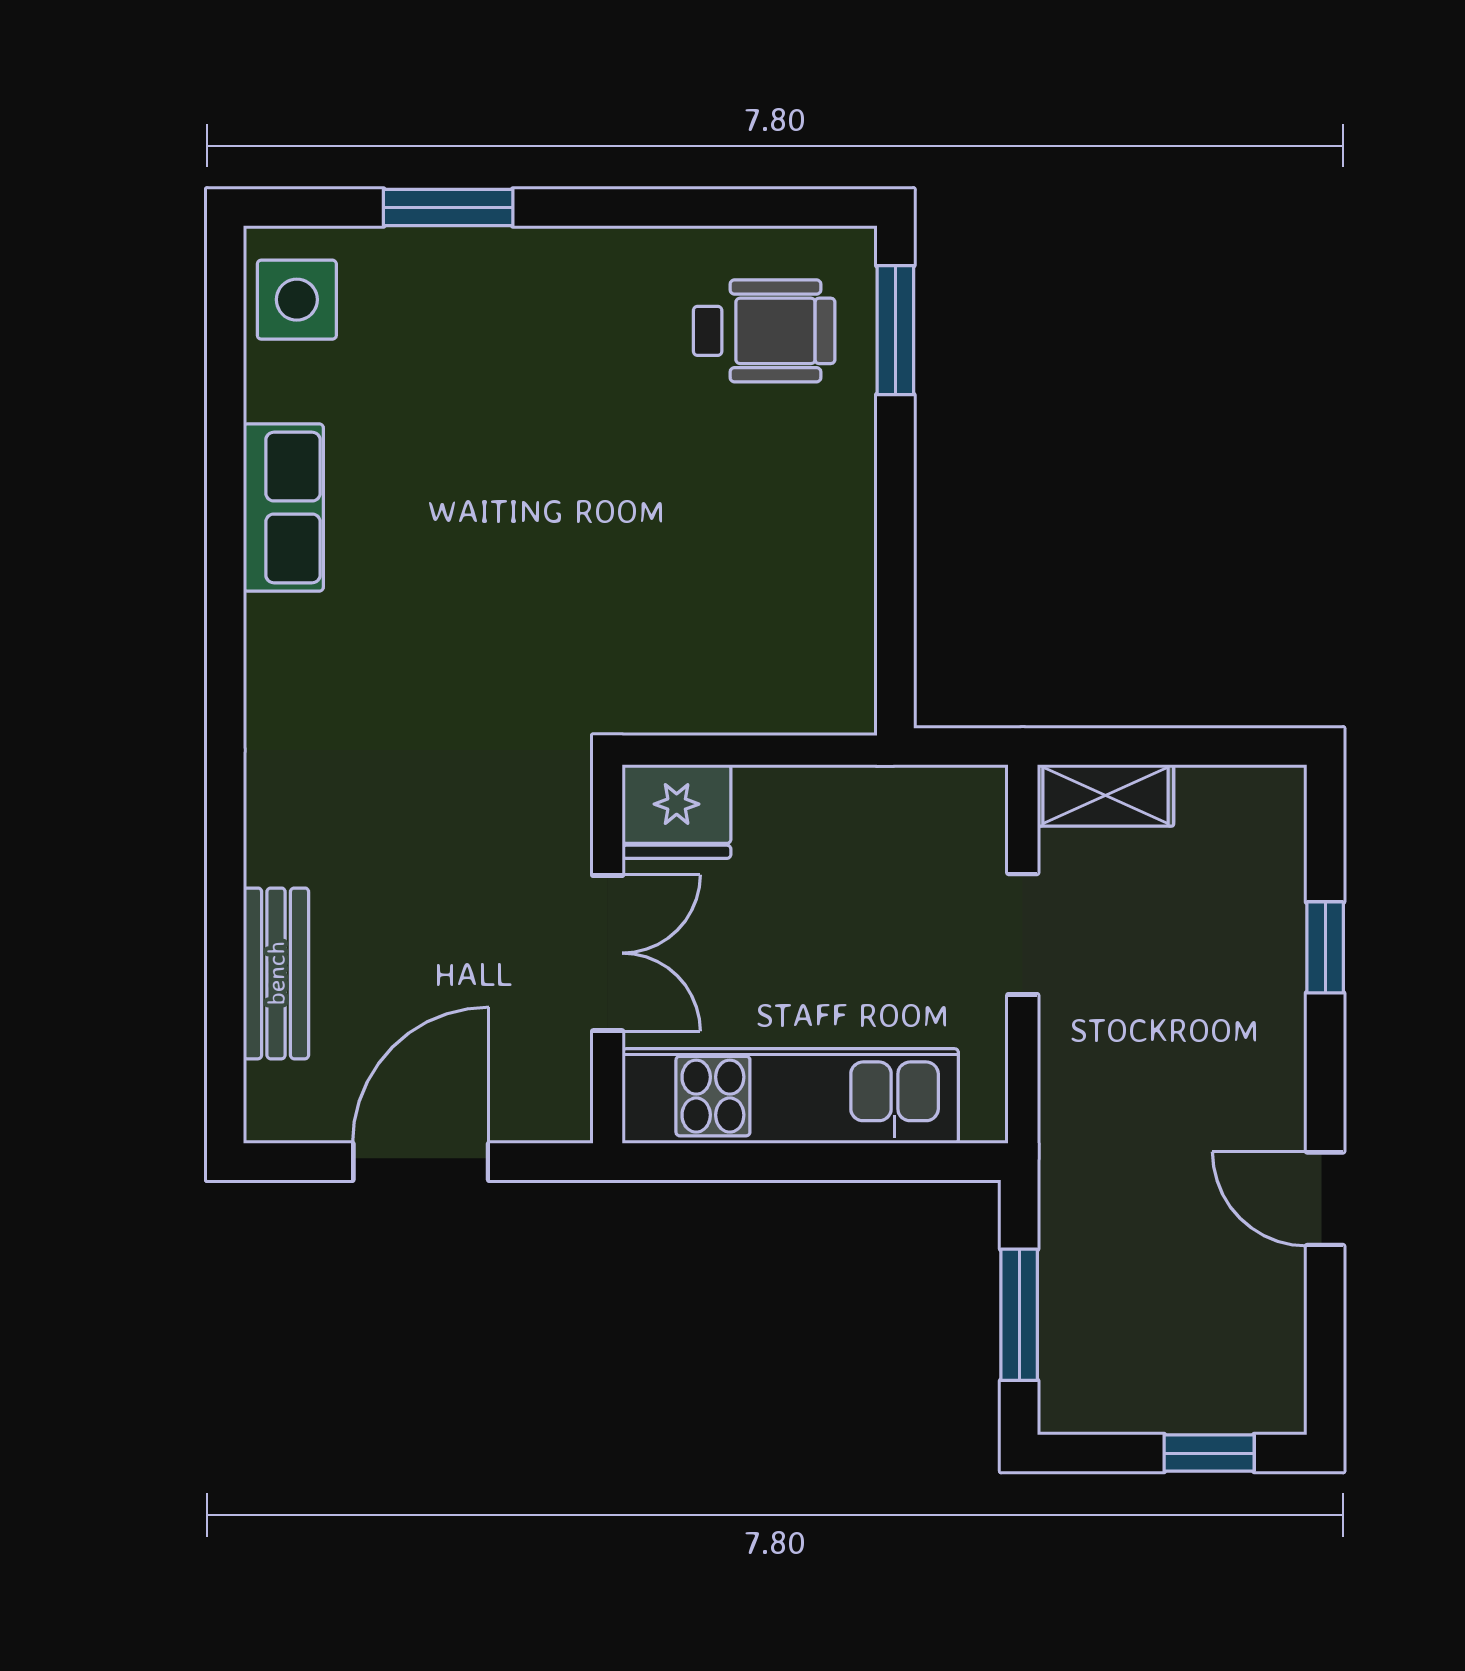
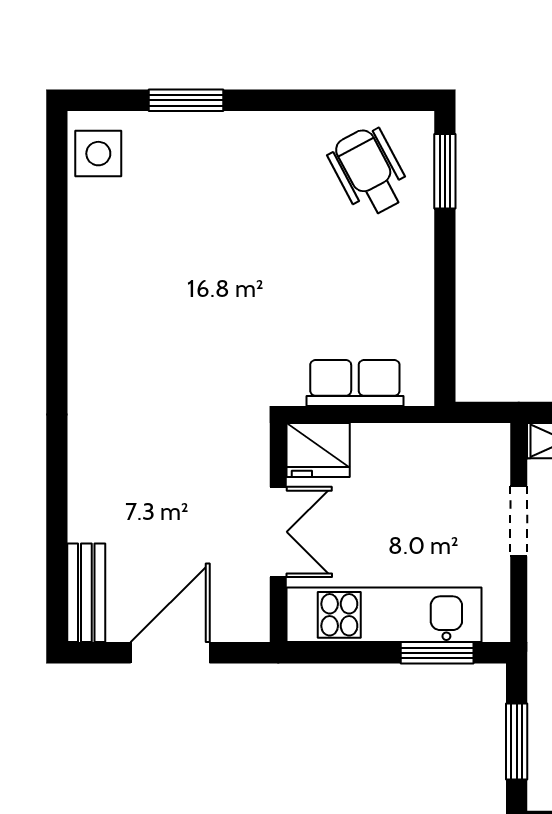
wheelchair: (764, 331) -> (369, 172), turned -118
row of seats: (283, 507) -> (355, 383), moved, turned -90
bench: (276, 973) -> (86, 593), moved
window: (882, 1162) -> (437, 653), added

